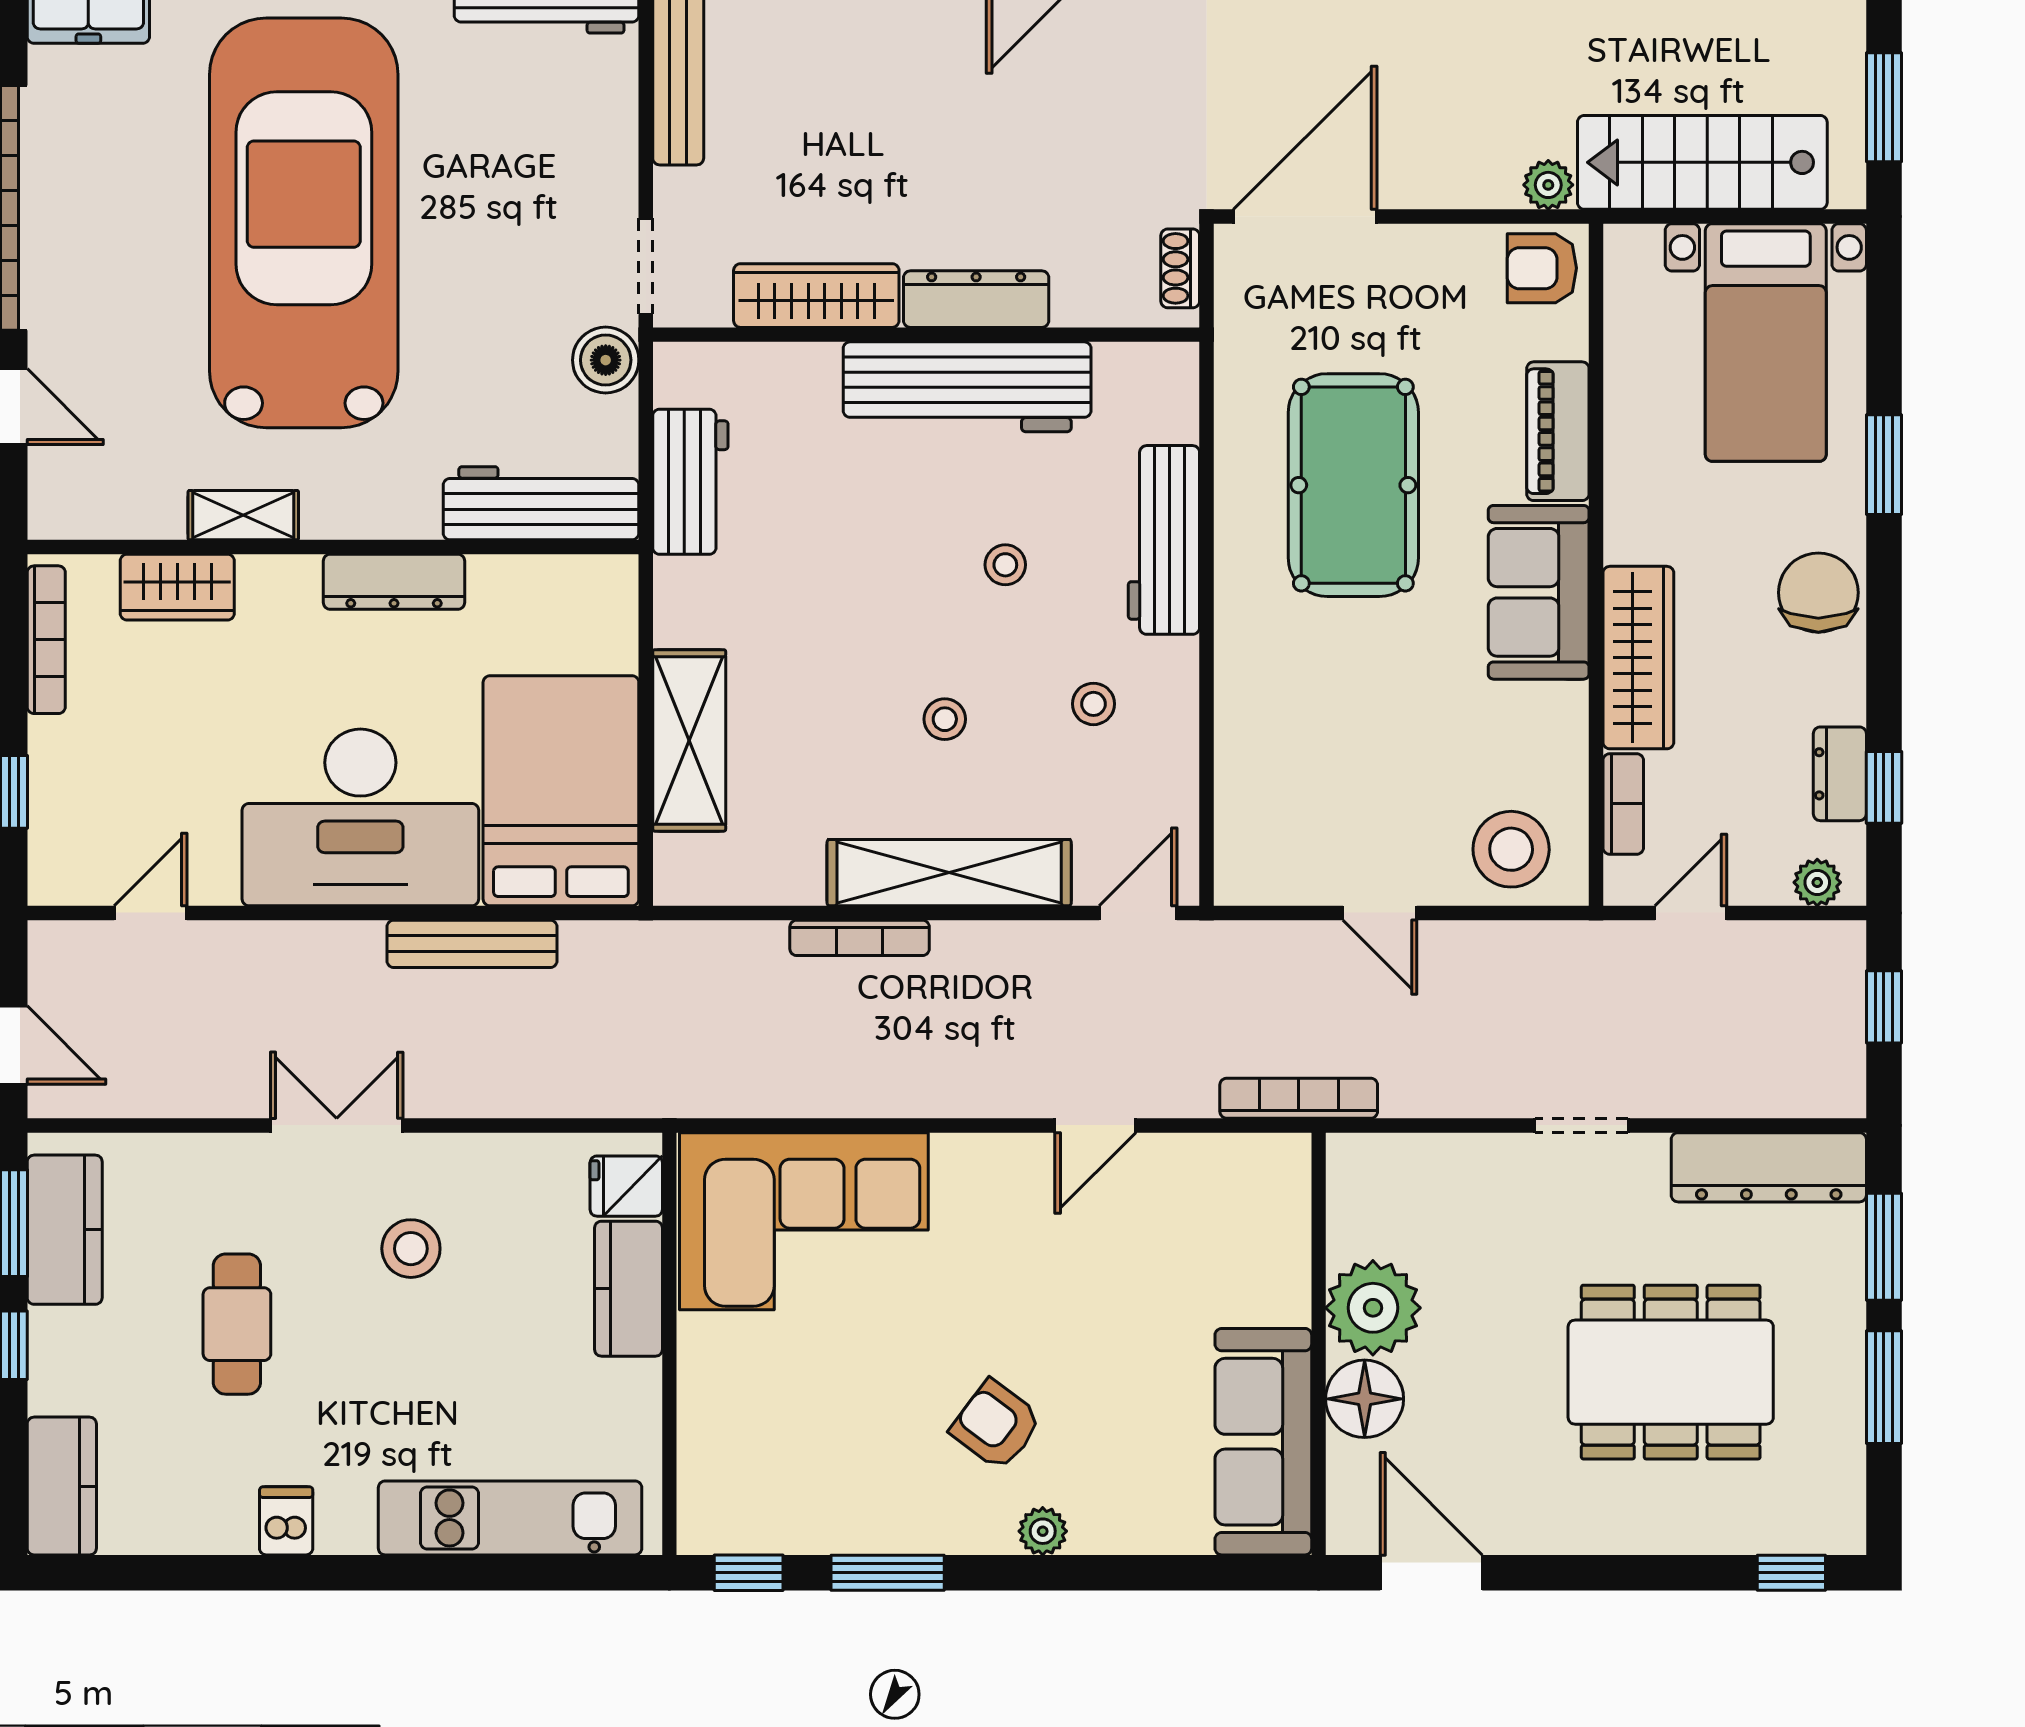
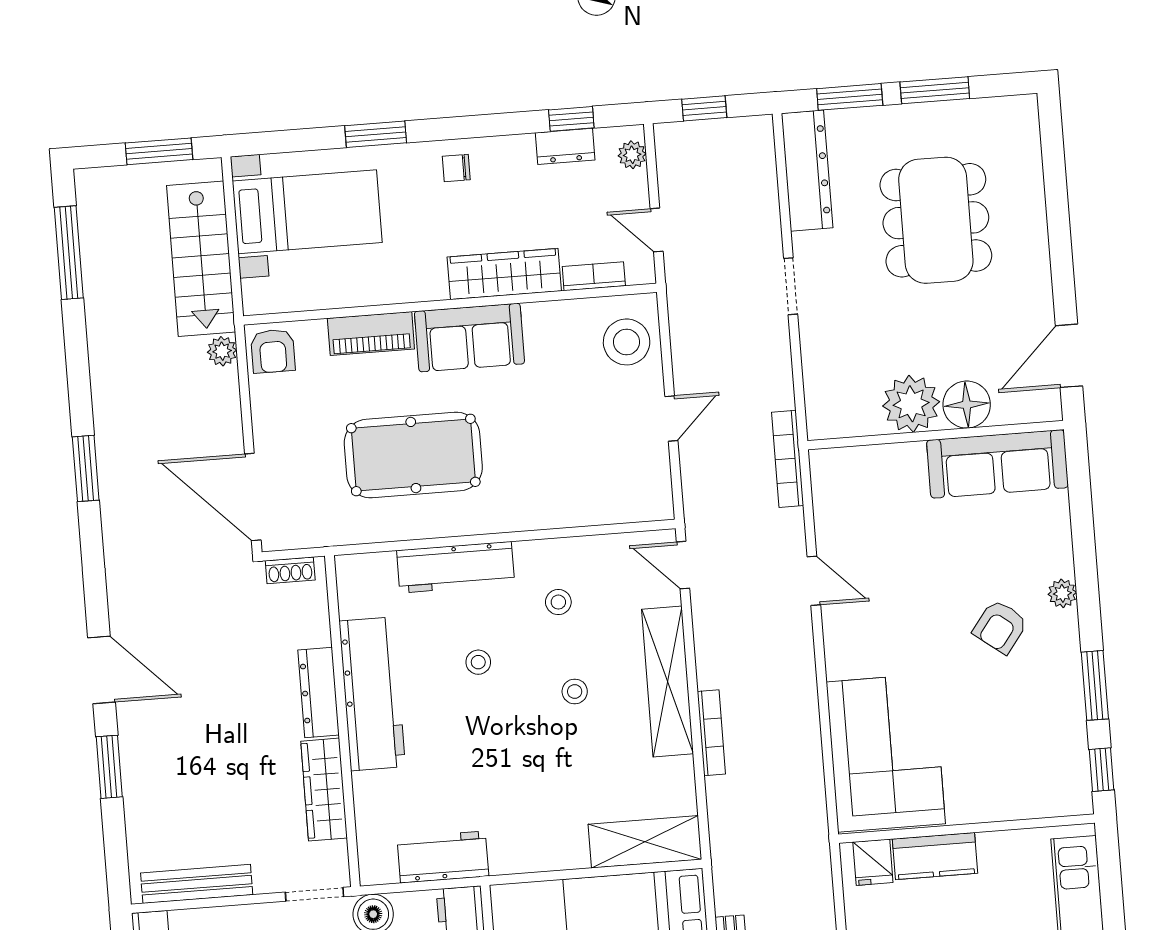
chair: (1818, 593) -> (456, 168), width x0.54, depth x0.54
shelving: (689, 740) -> (645, 842), moved
window: (1791, 1573) -> (1052, 138), removed

